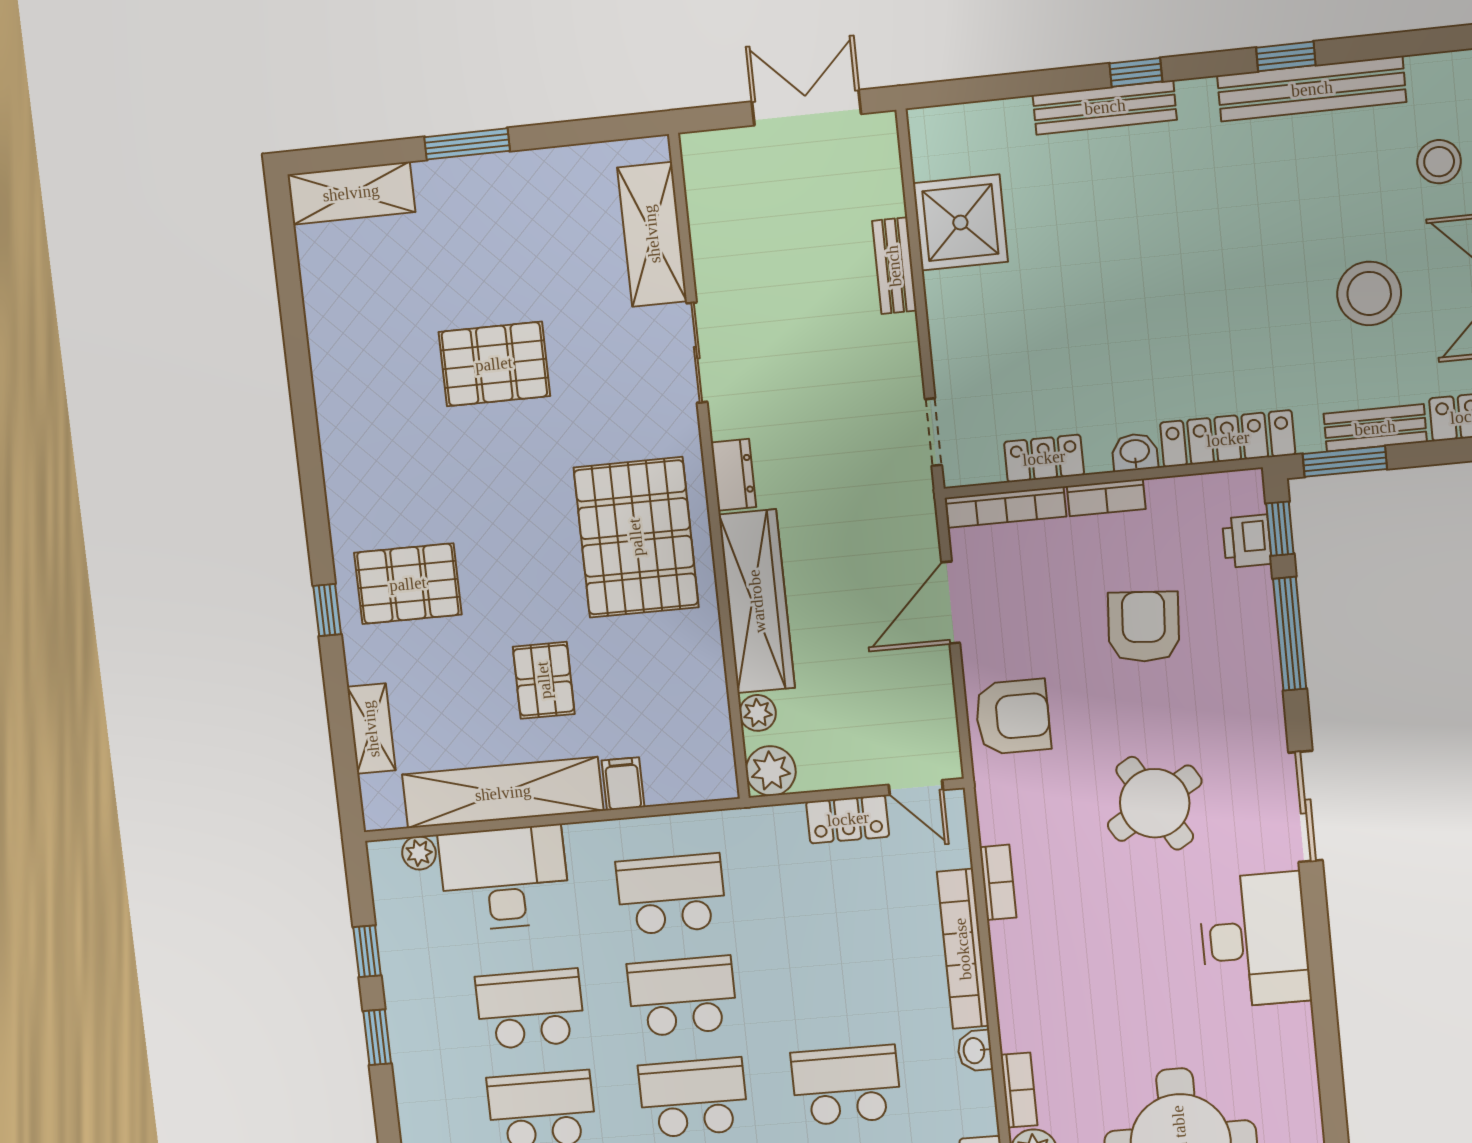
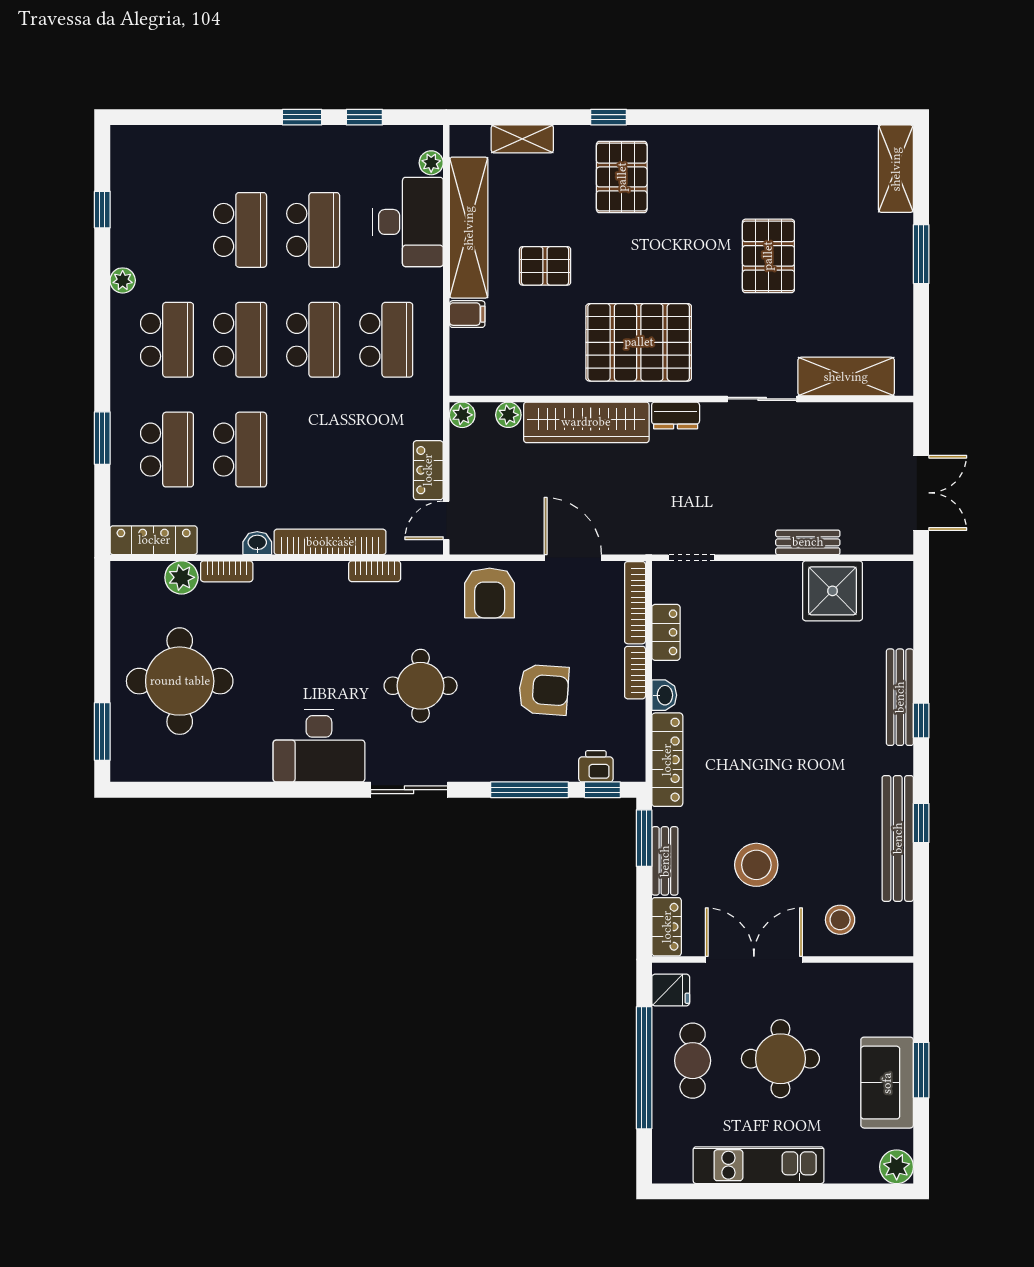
plant: (771, 771) -> (462, 415), width x0.73, depth x0.73
round table: (1155, 803) -> (421, 686), turned 31

